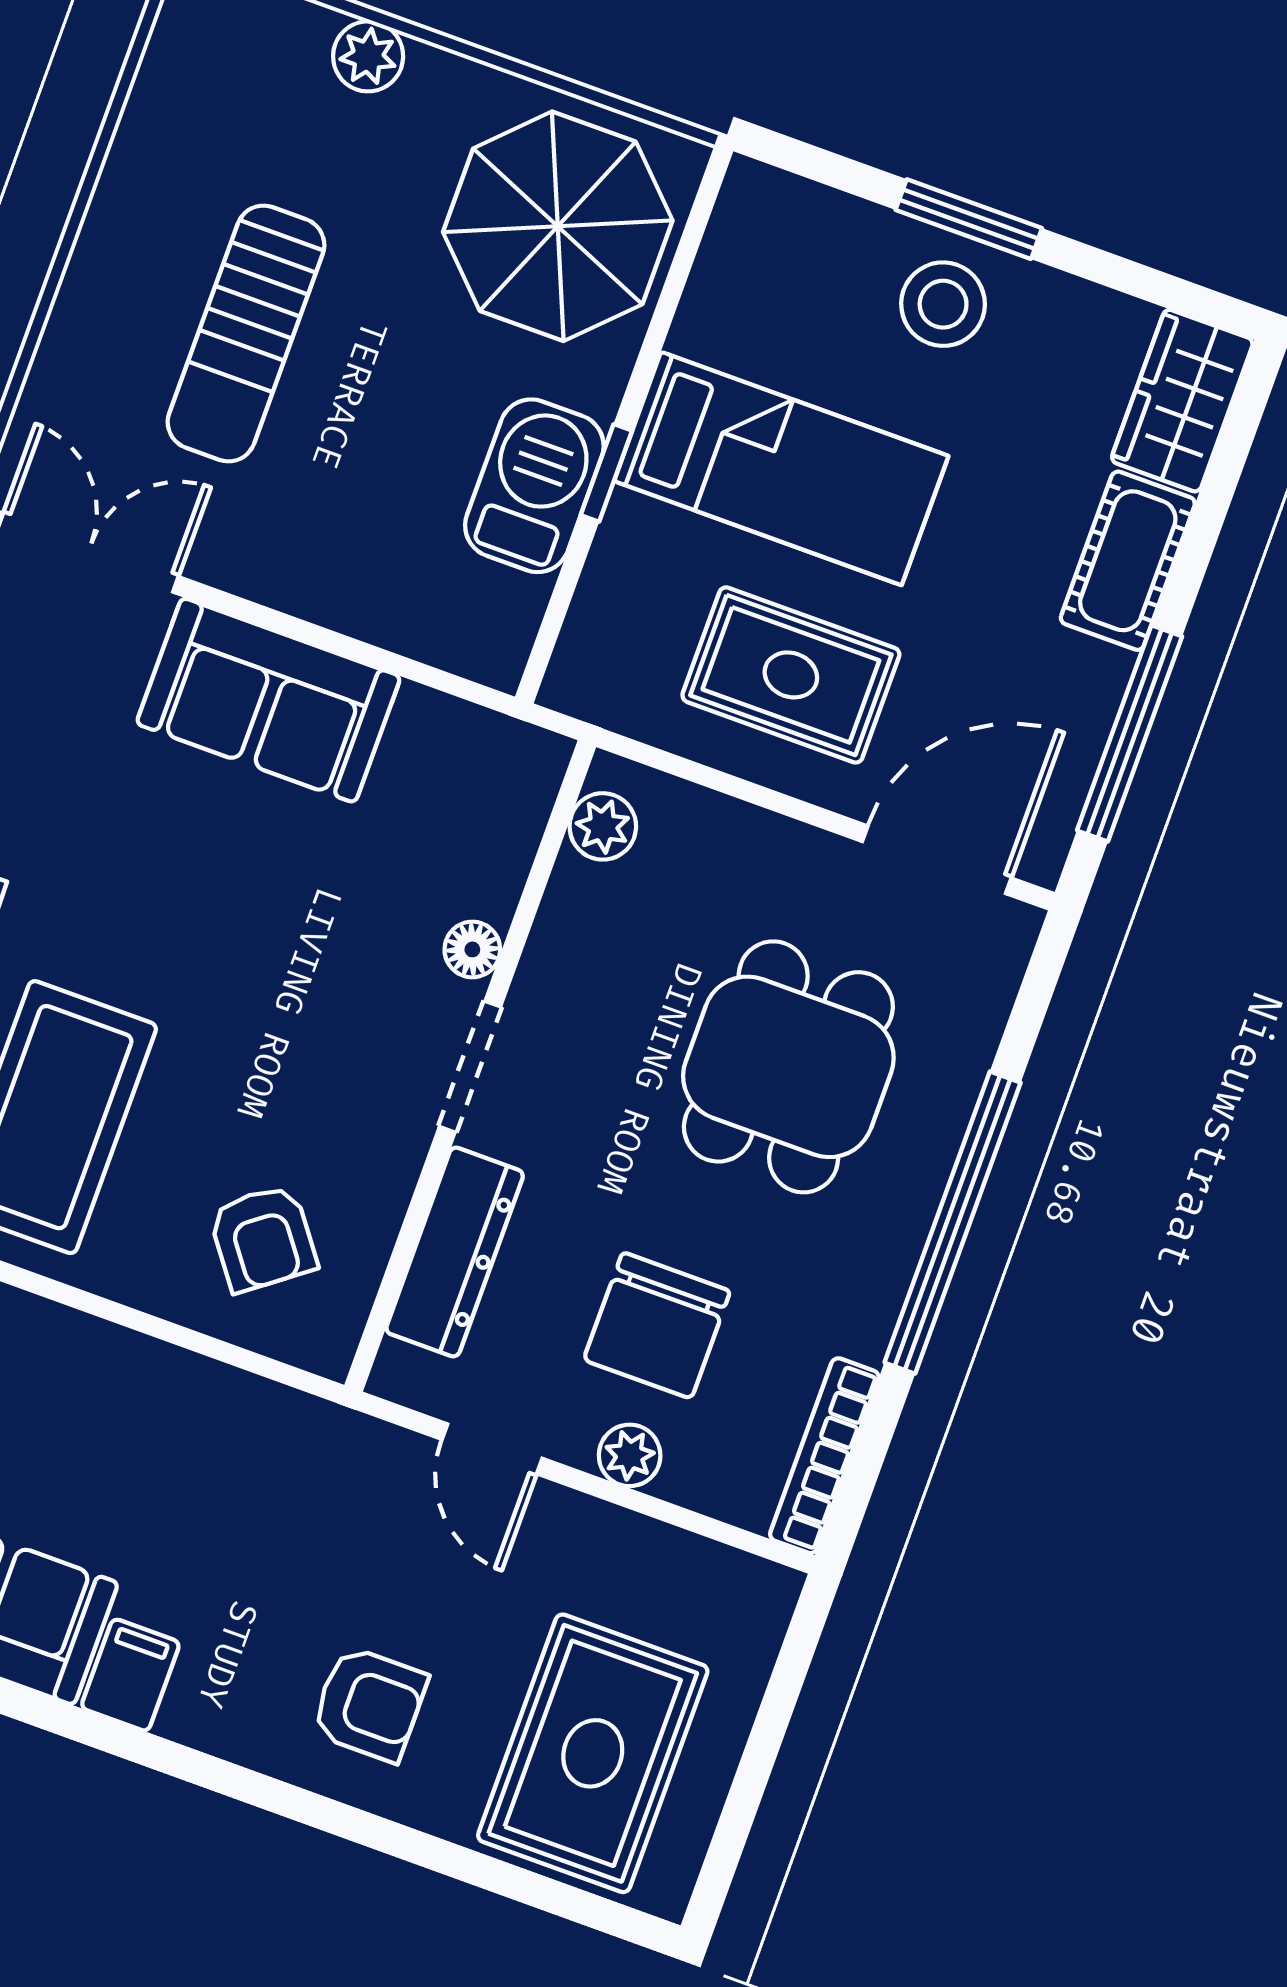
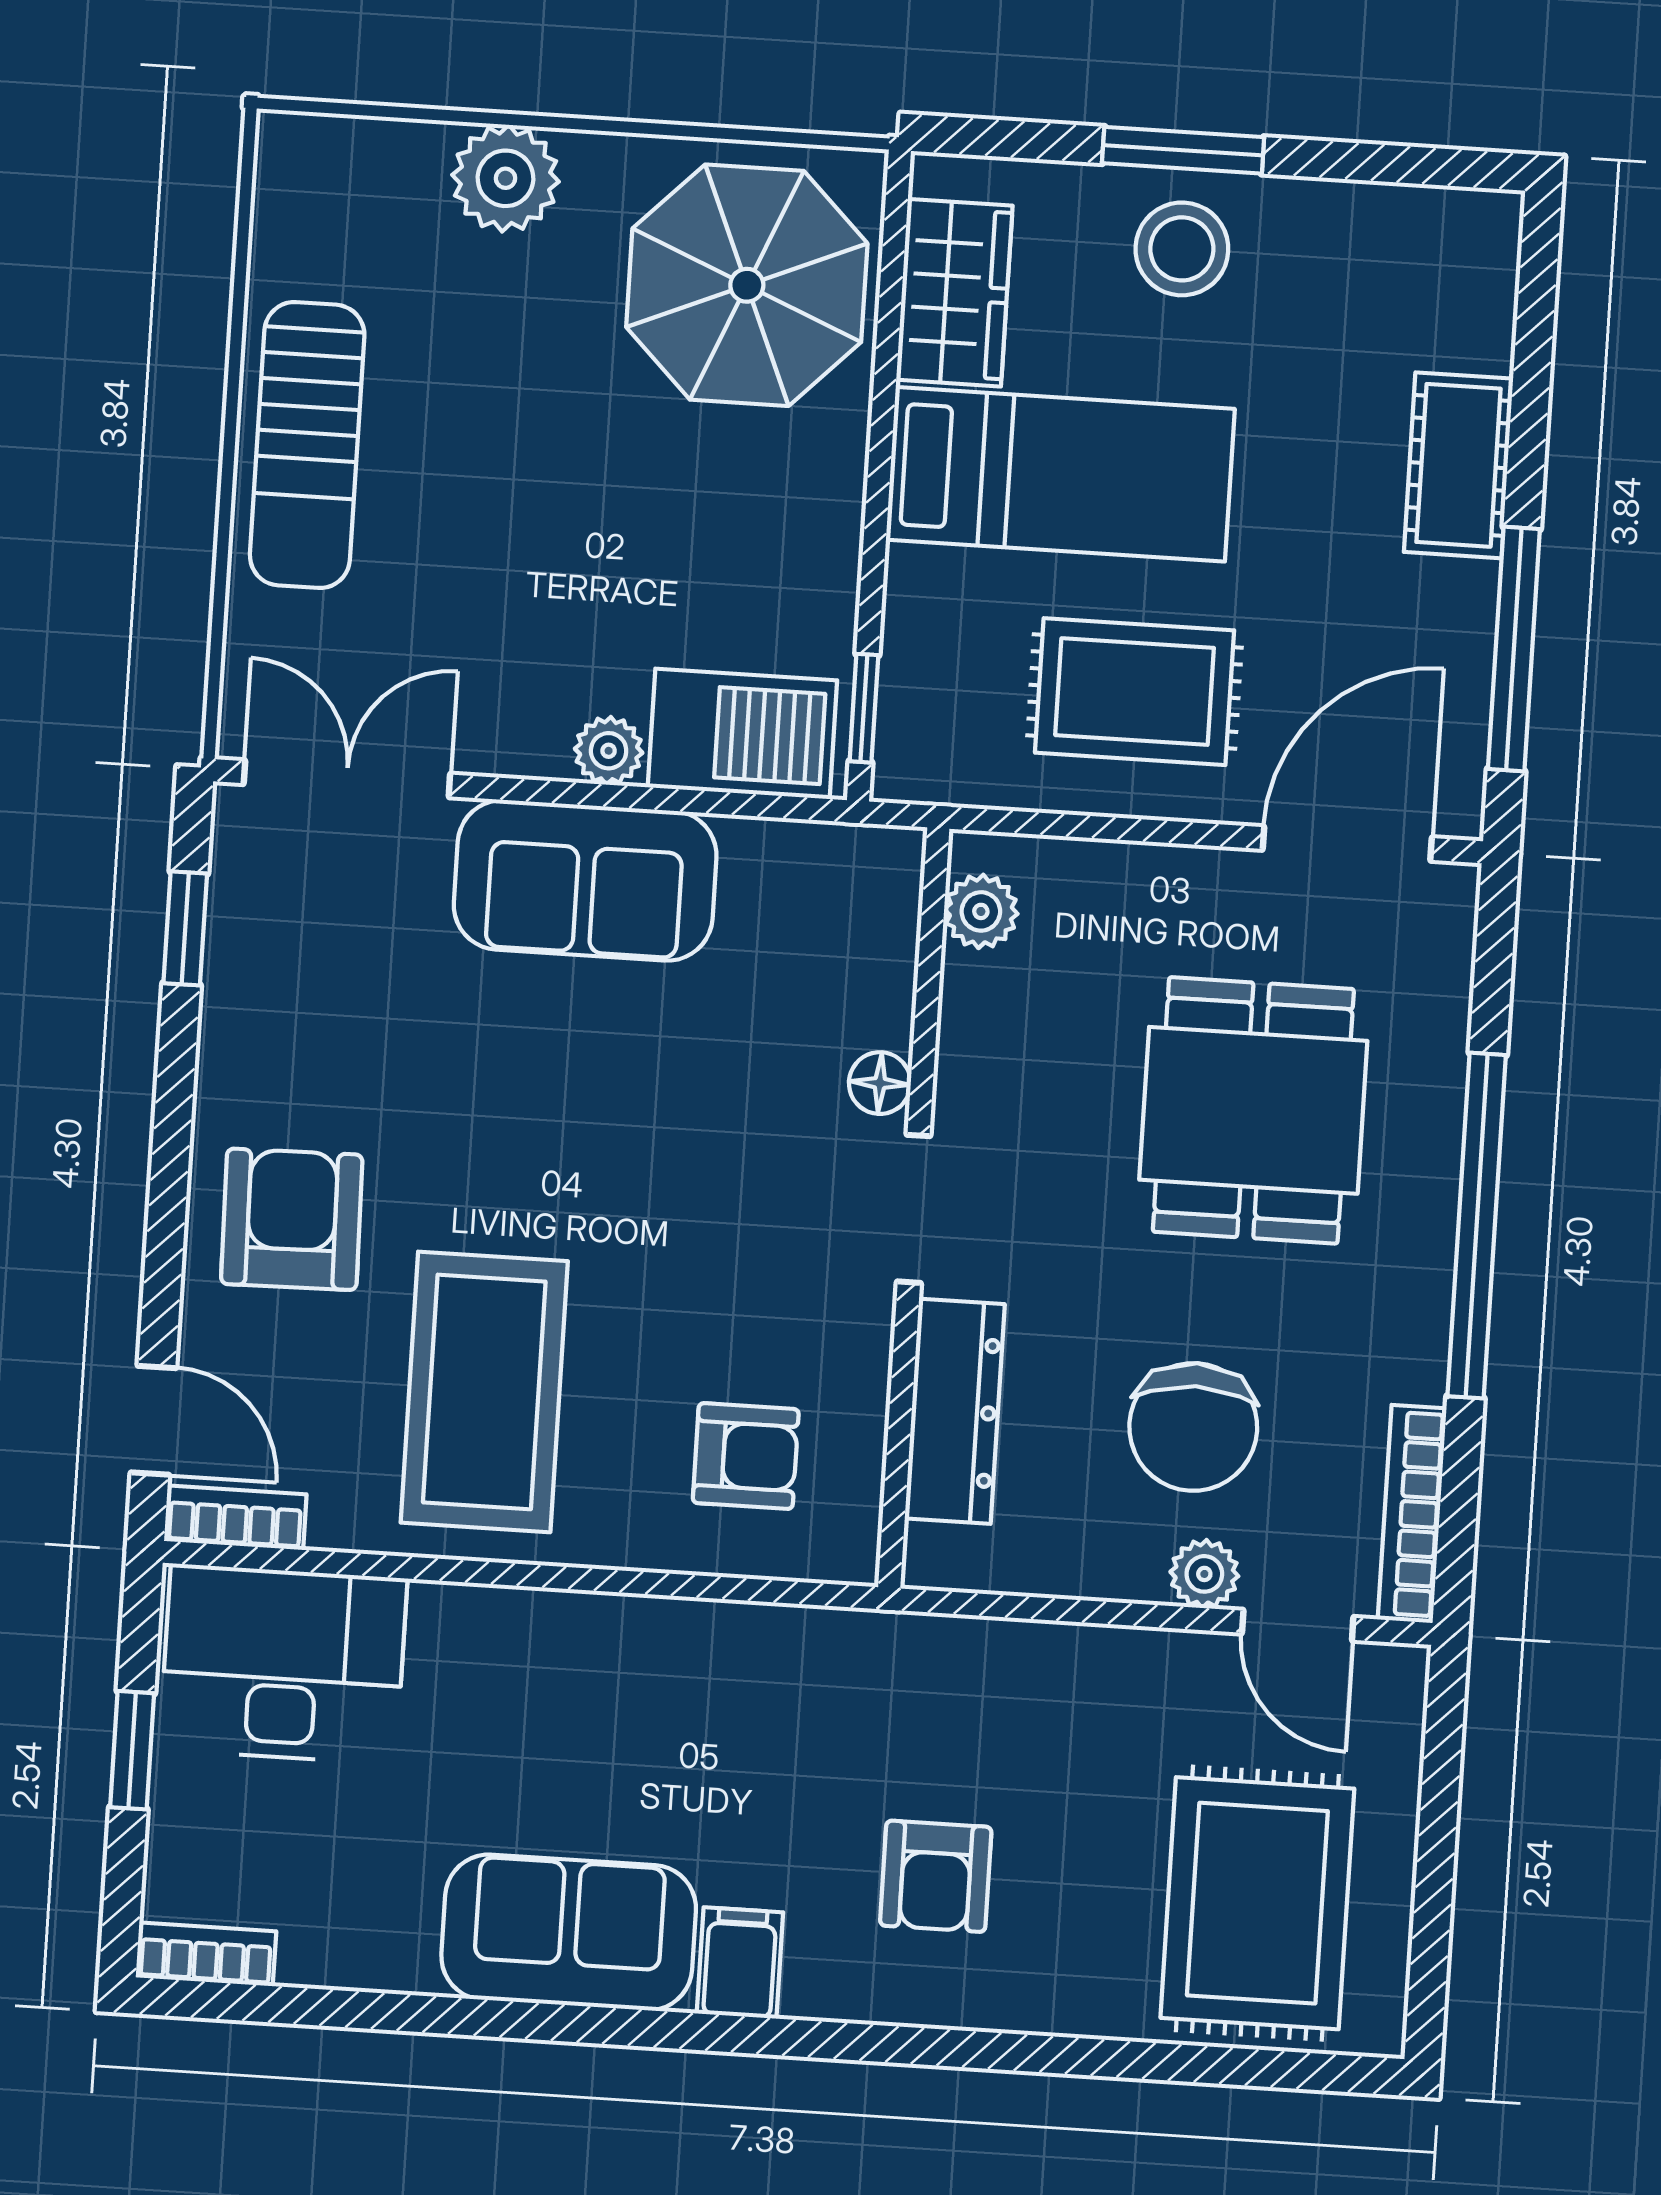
plant: (368, 56) -> (506, 178), width x1.38, depth x1.38
sun lounger: (246, 333) -> (307, 445), moved
wardrobe: (1182, 401) -> (954, 293), moved, turned 180
window: (606, 473) -> (864, 708), moved
barbecue: (534, 486) -> (742, 734), moved, turned 90
plant: (321, 594) -> (609, 751), added
armchair: (263, 1238) -> (746, 1456), turned -53
door: (492, 1449) -> (1298, 1625), moved
armchair: (369, 1704) -> (936, 1876), moved, turned 90

